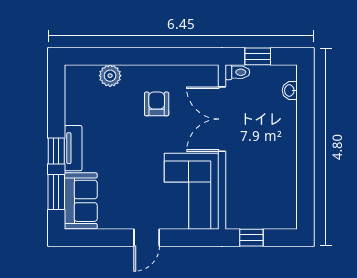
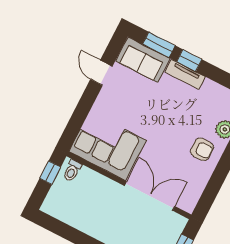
toilet: (237, 72) -> (72, 171), moved
armchair: (157, 104) -> (202, 149), moved
door: (147, 238) -> (101, 73), moved

